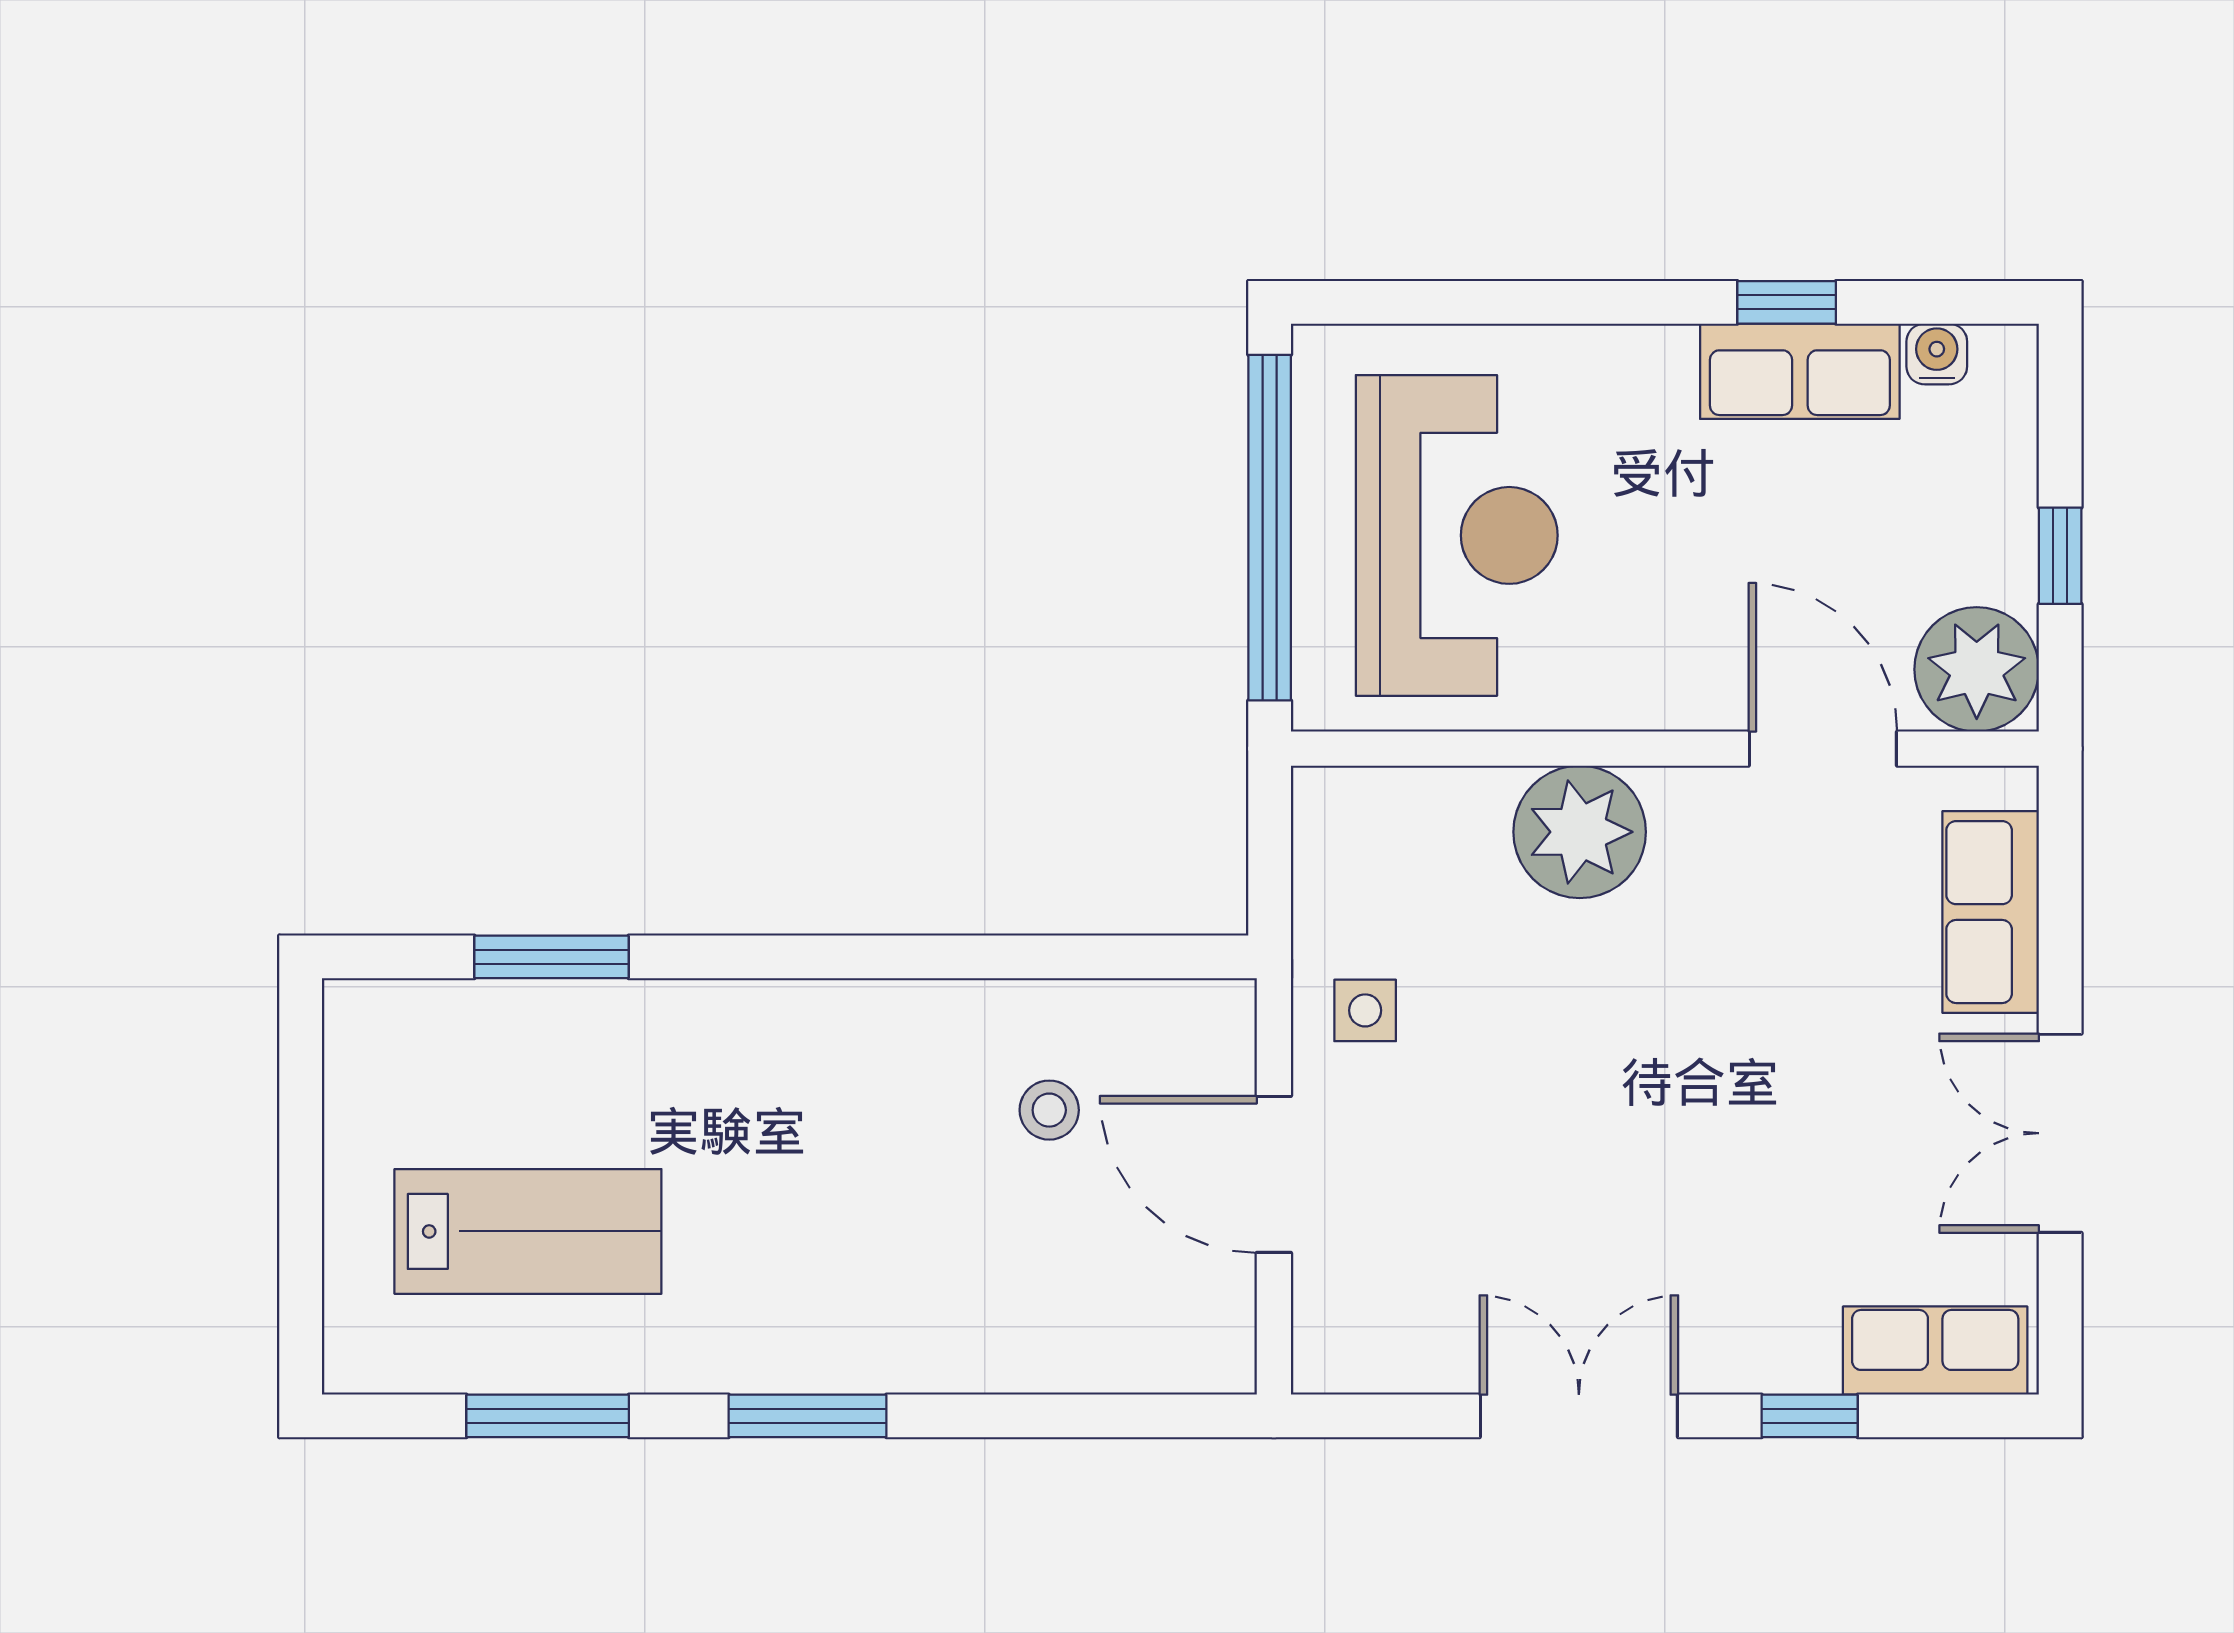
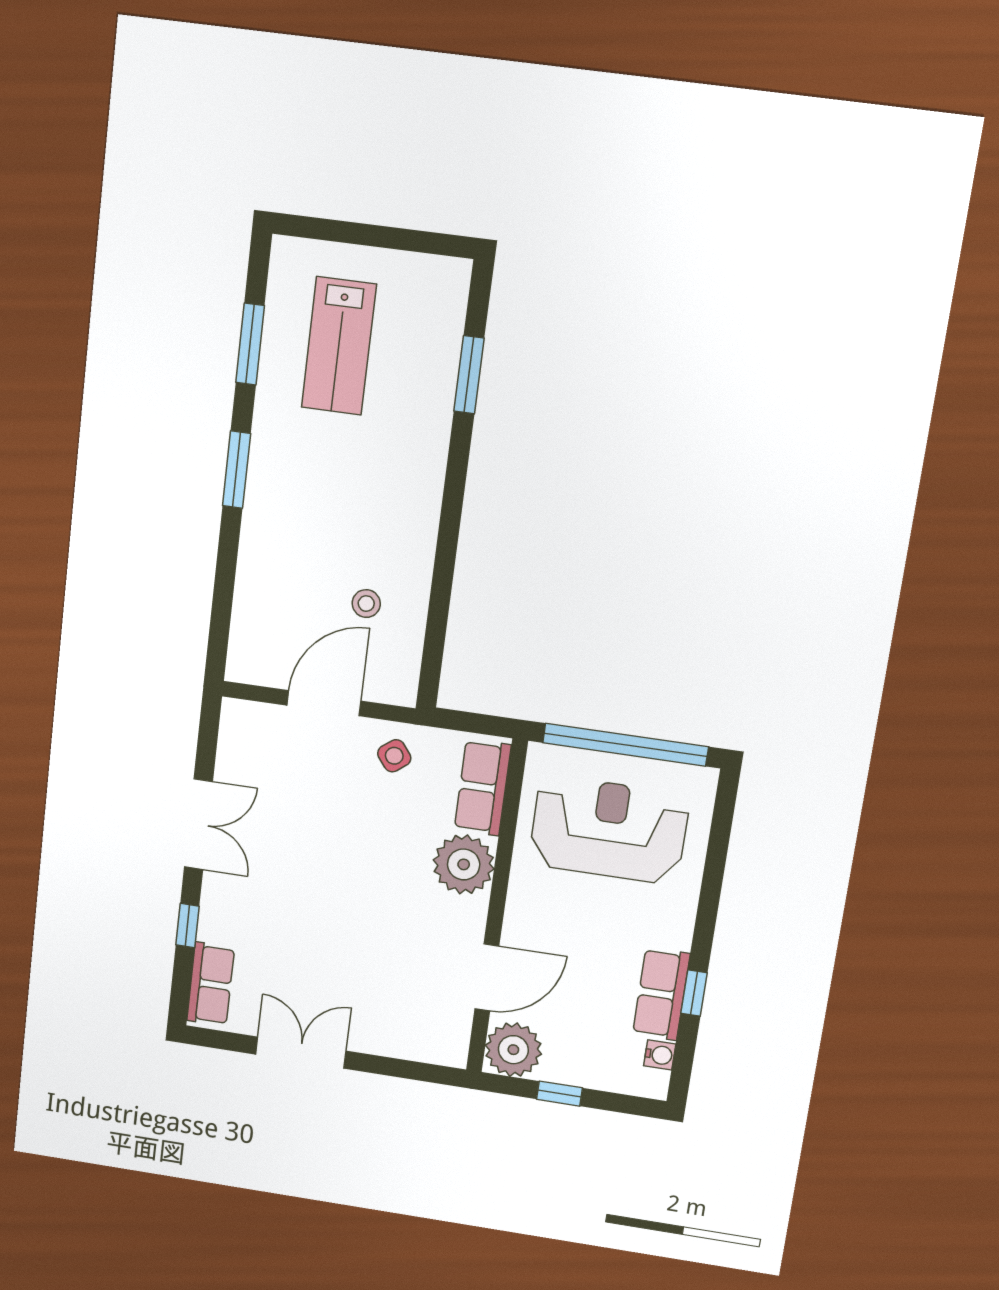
reception desk: (1457, 535) -> (609, 830), turned 180
row of seats: (1991, 912) -> (483, 787), moved, turned -90
side table: (1365, 1010) -> (394, 756), turned -38

